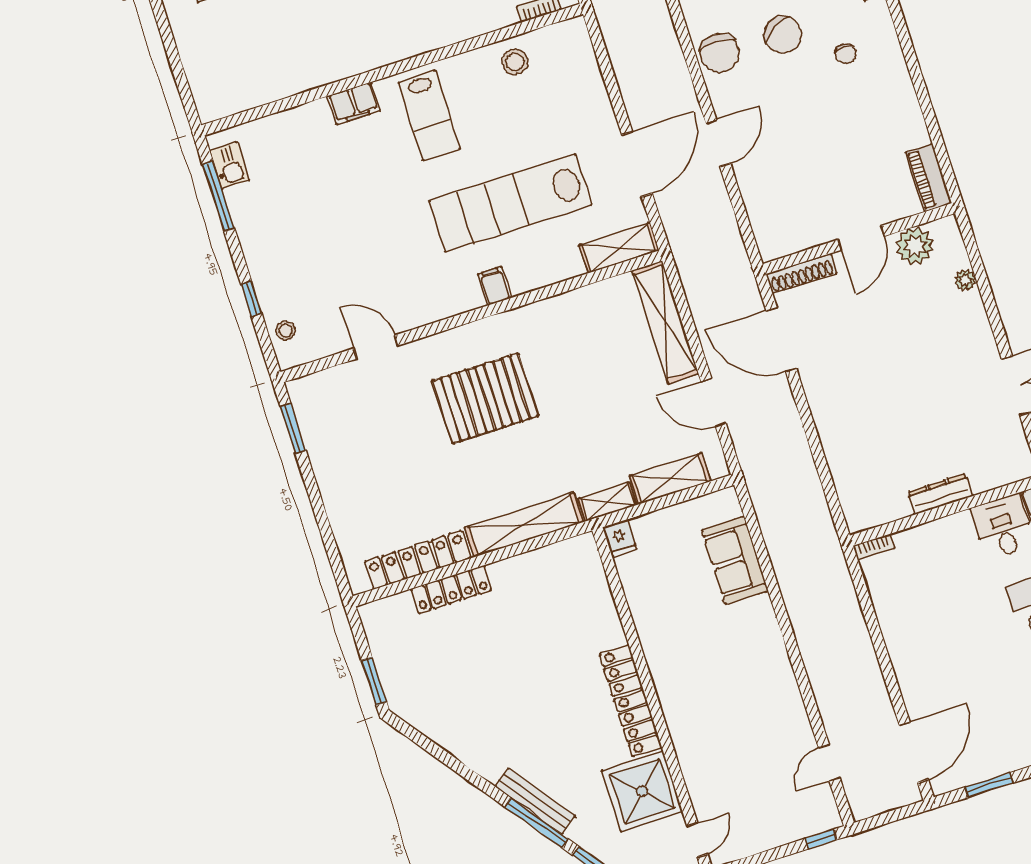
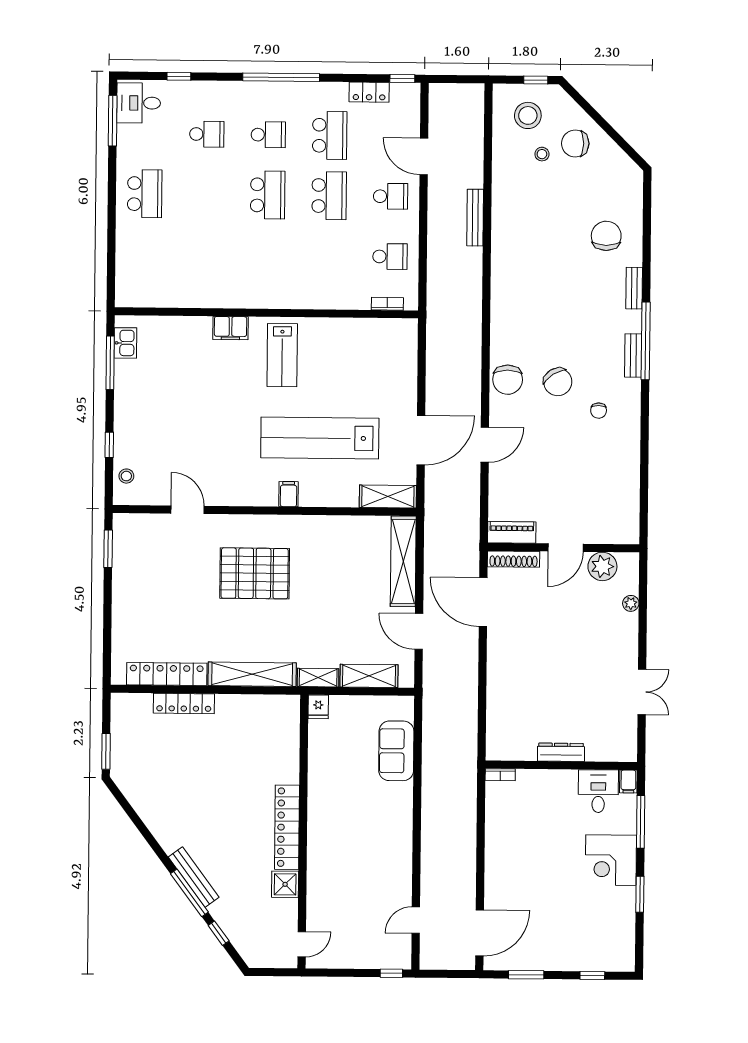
stool: (515, 62) -> (357, 337), removed
piano: (929, 178) -> (512, 532), moved, turned 90
shower: (642, 791) -> (285, 884), width x0.54, depth x0.54

